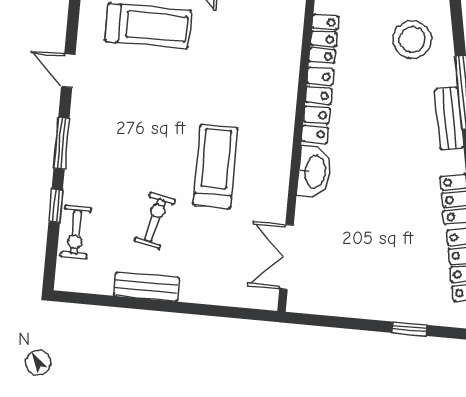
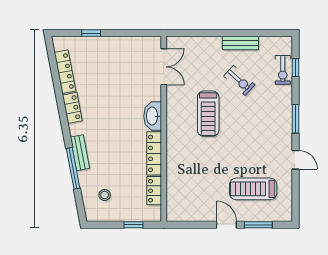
stool: (412, 39) -> (105, 195), width x0.53, depth x0.53
window: (56, 206) -> (295, 68), moved
exercise bike: (155, 220) -> (239, 80), turned -61
exercise bike: (76, 232) -> (283, 70), turned 180

